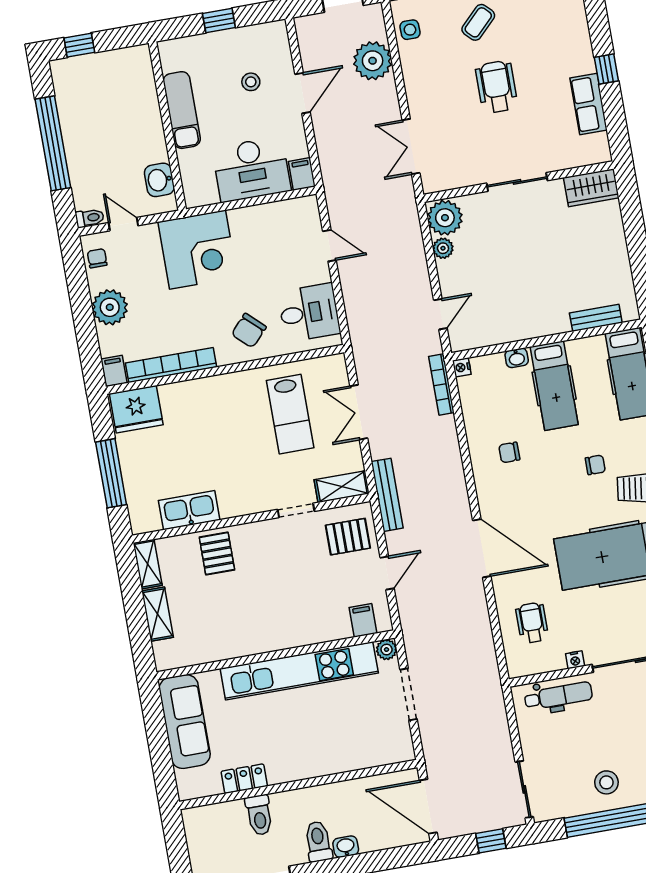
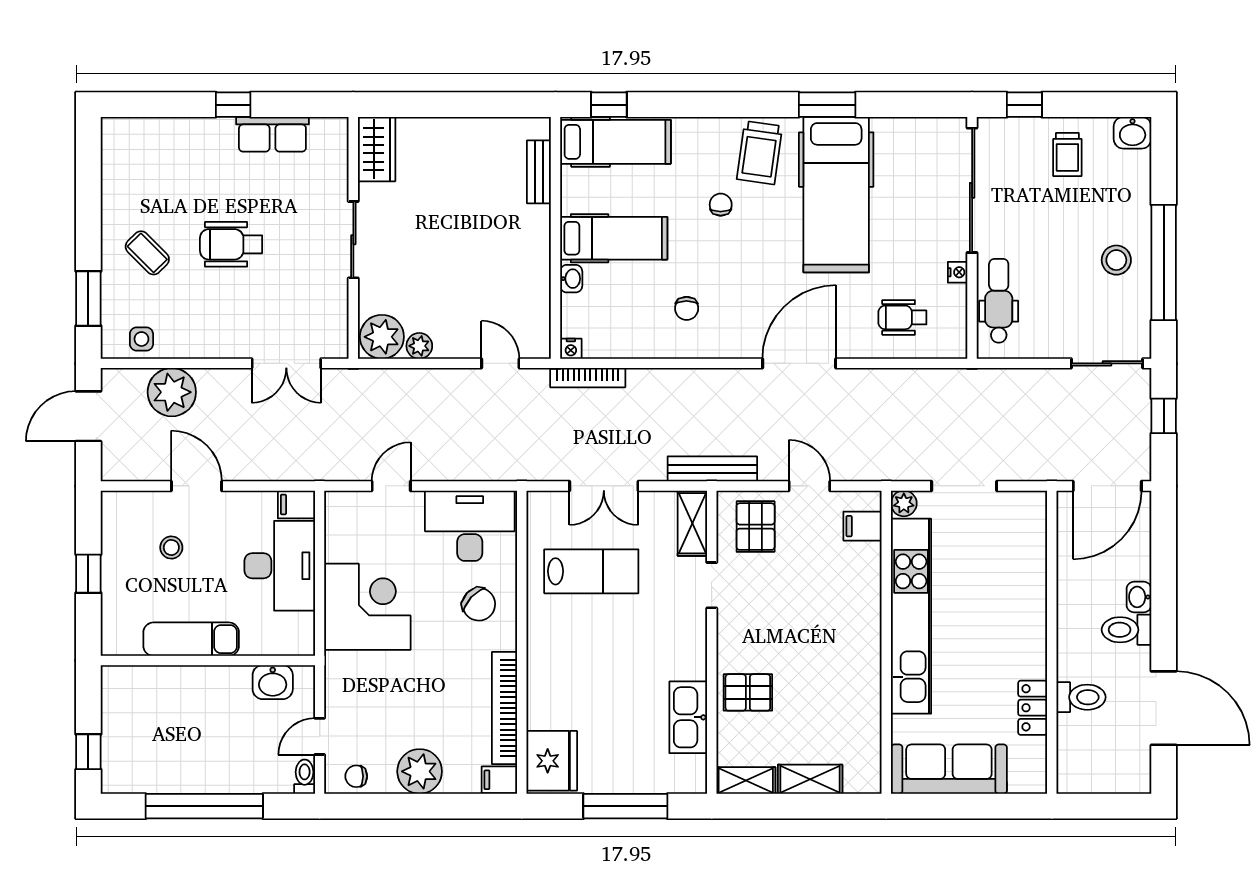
corner desk: (198, 250) -> (367, 607), moved
desk: (309, 313) -> (470, 526), width x1.37

